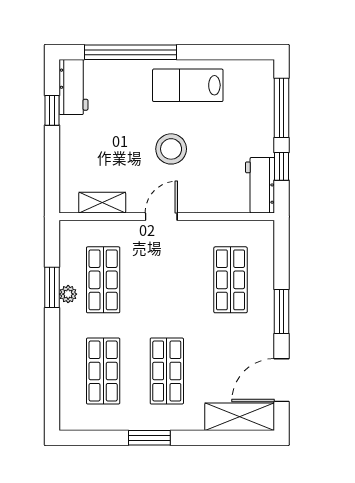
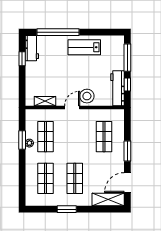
stool: (171, 149) -> (87, 96), moved
workbench: (260, 185) -> (117, 88), width x1.38

